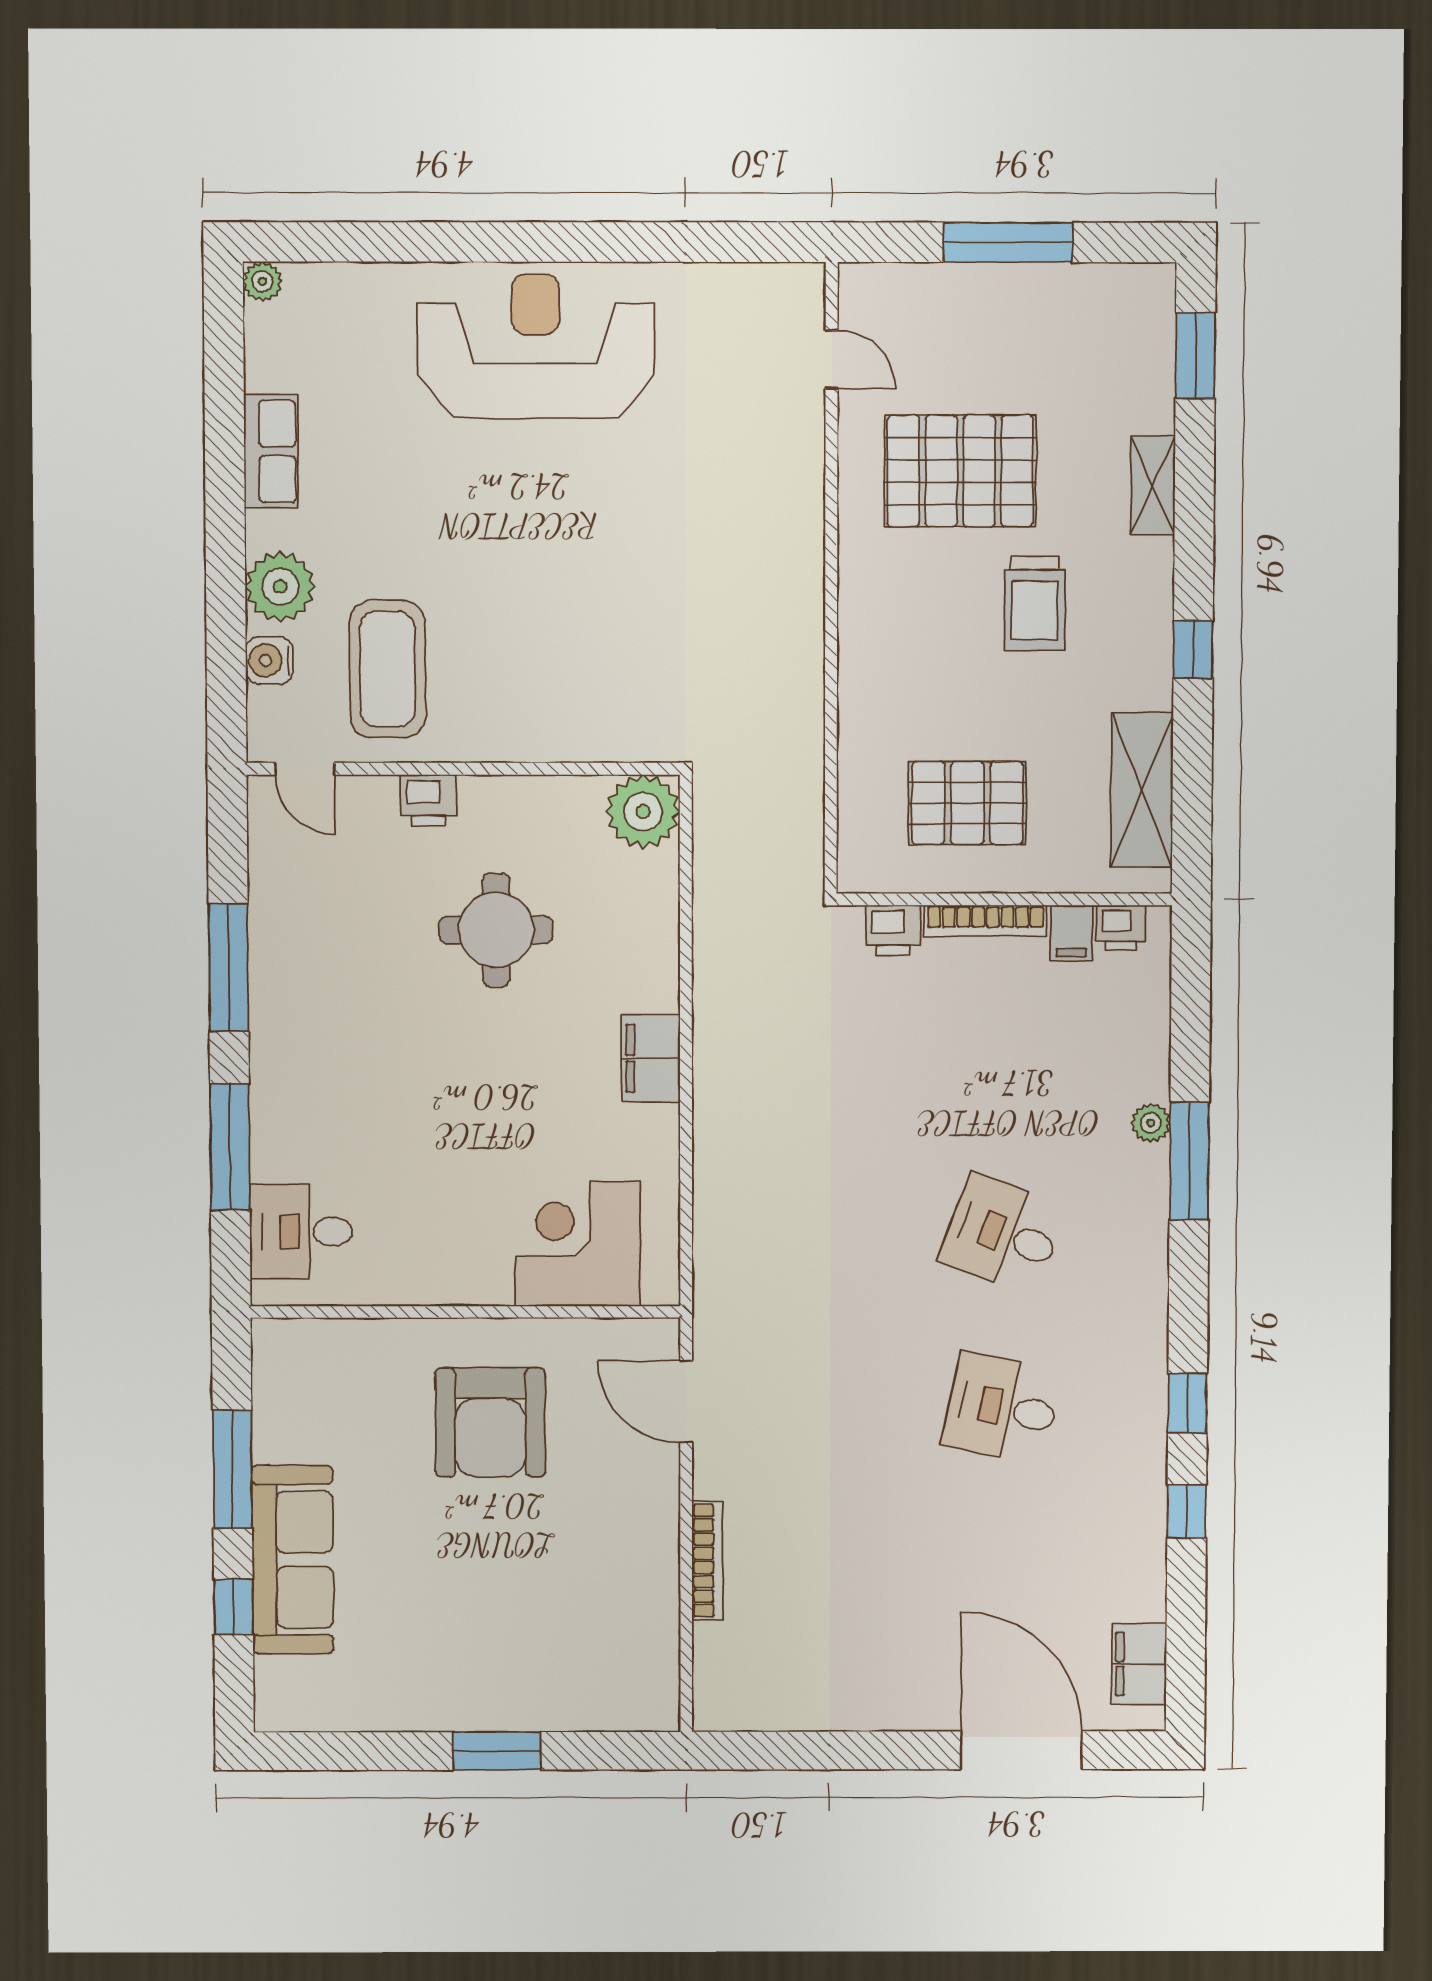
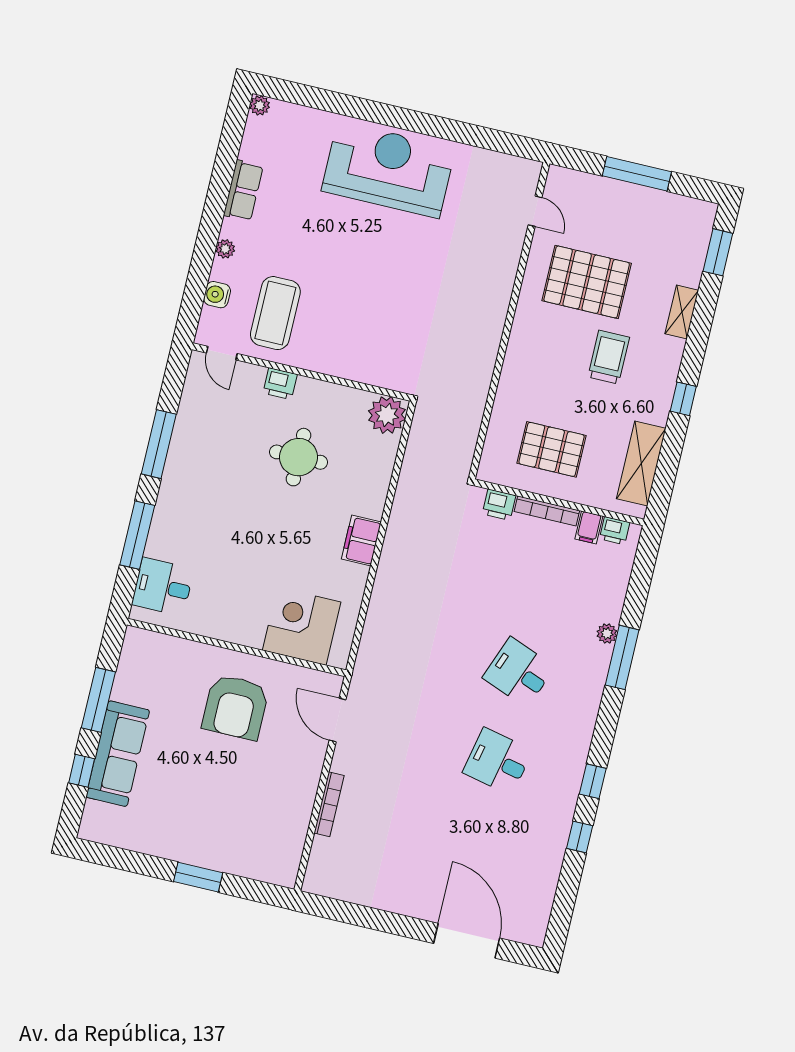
plant: (280, 587) -> (225, 249), width x0.53, depth x0.53
trolley: (1035, 604) -> (609, 357), turned 180
filing cabinet: (1139, 1664) -> (537, 910), removed

